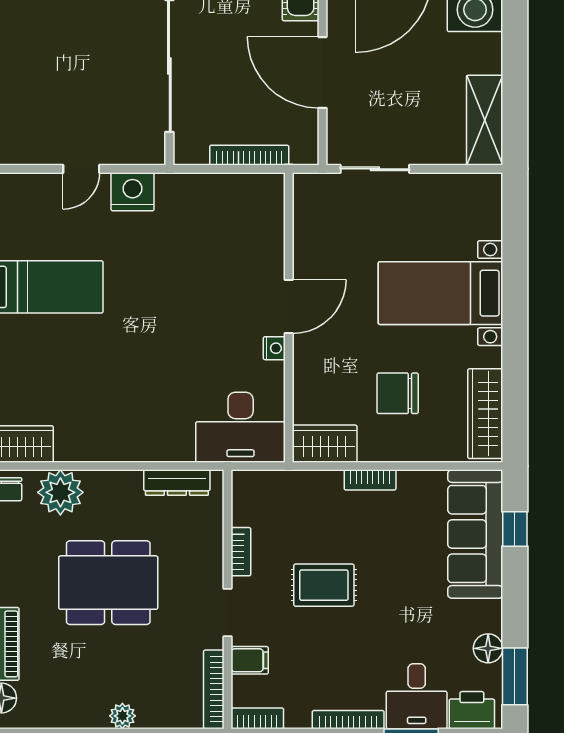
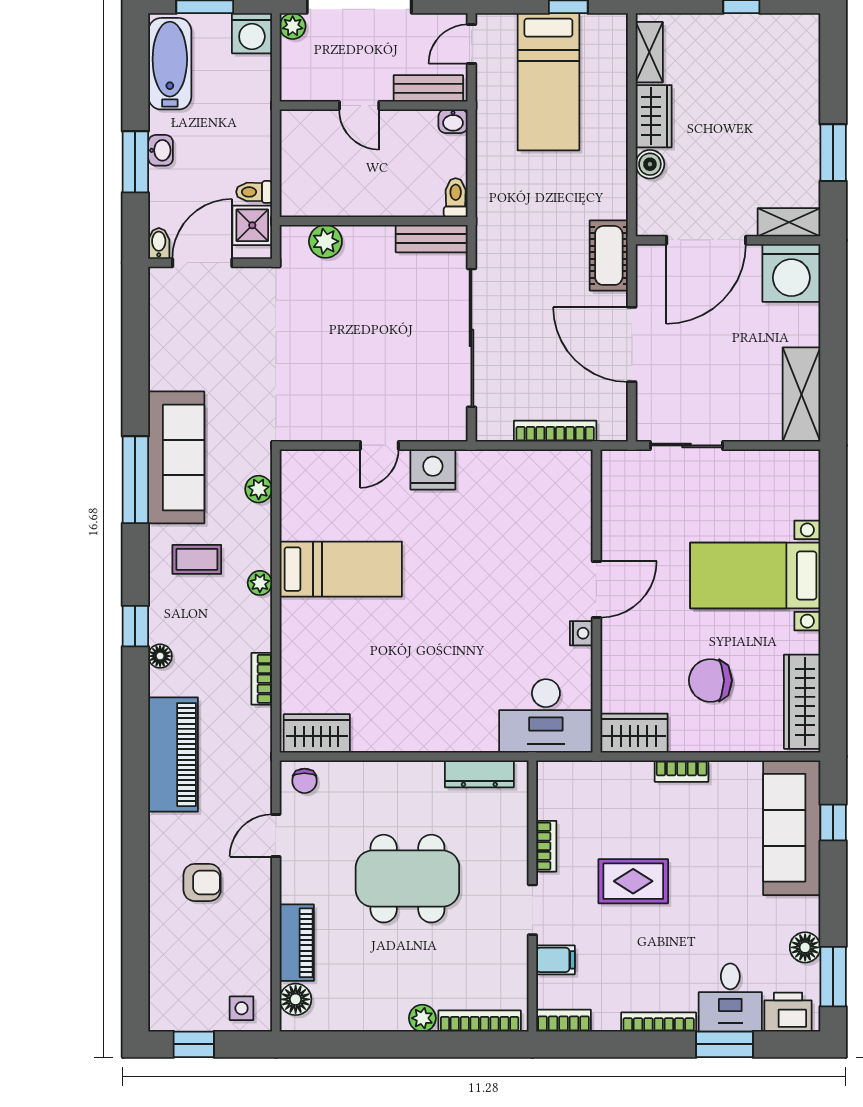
plant: (60, 492) -> (357, 784), removed
bookcase: (214, 689) -> (480, 1021), moved, turned 90

